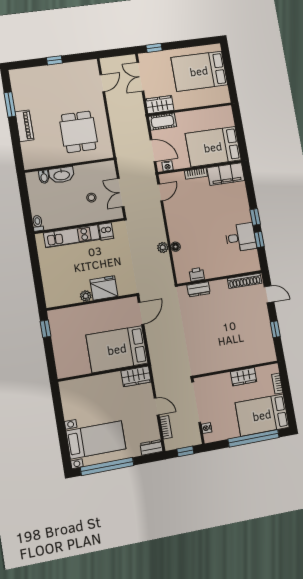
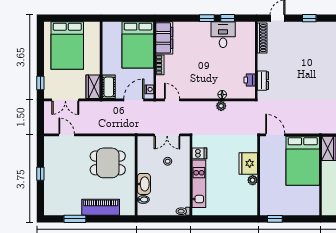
piano: (24, 126) -> (101, 207), width x1.37, depth x1.33

